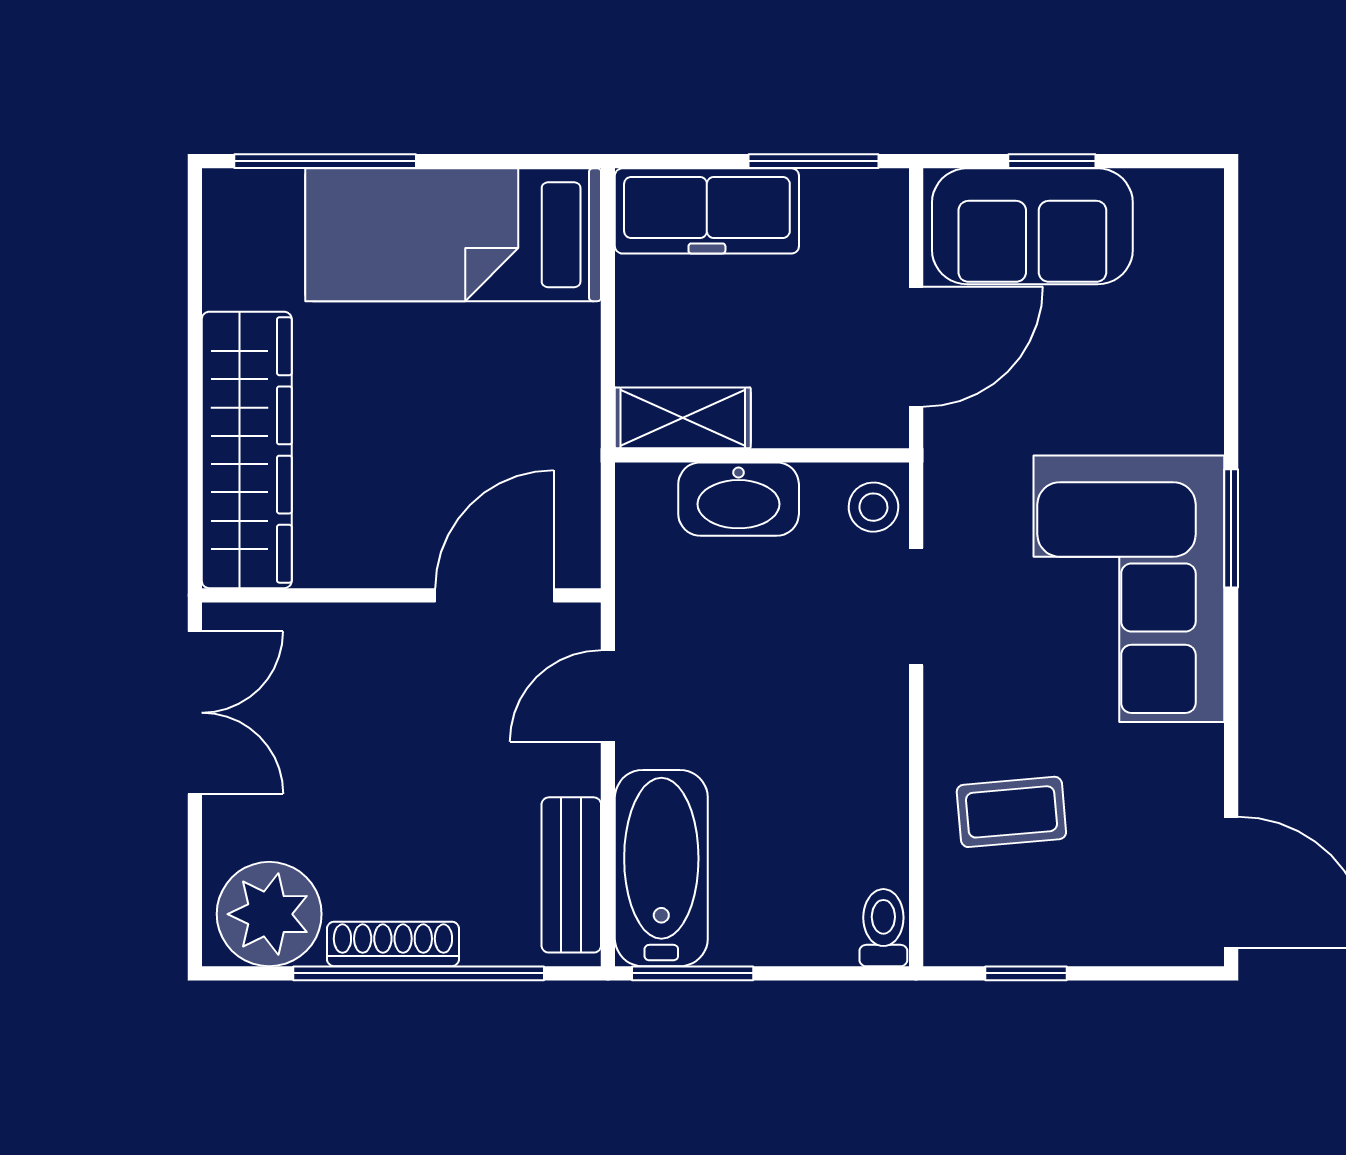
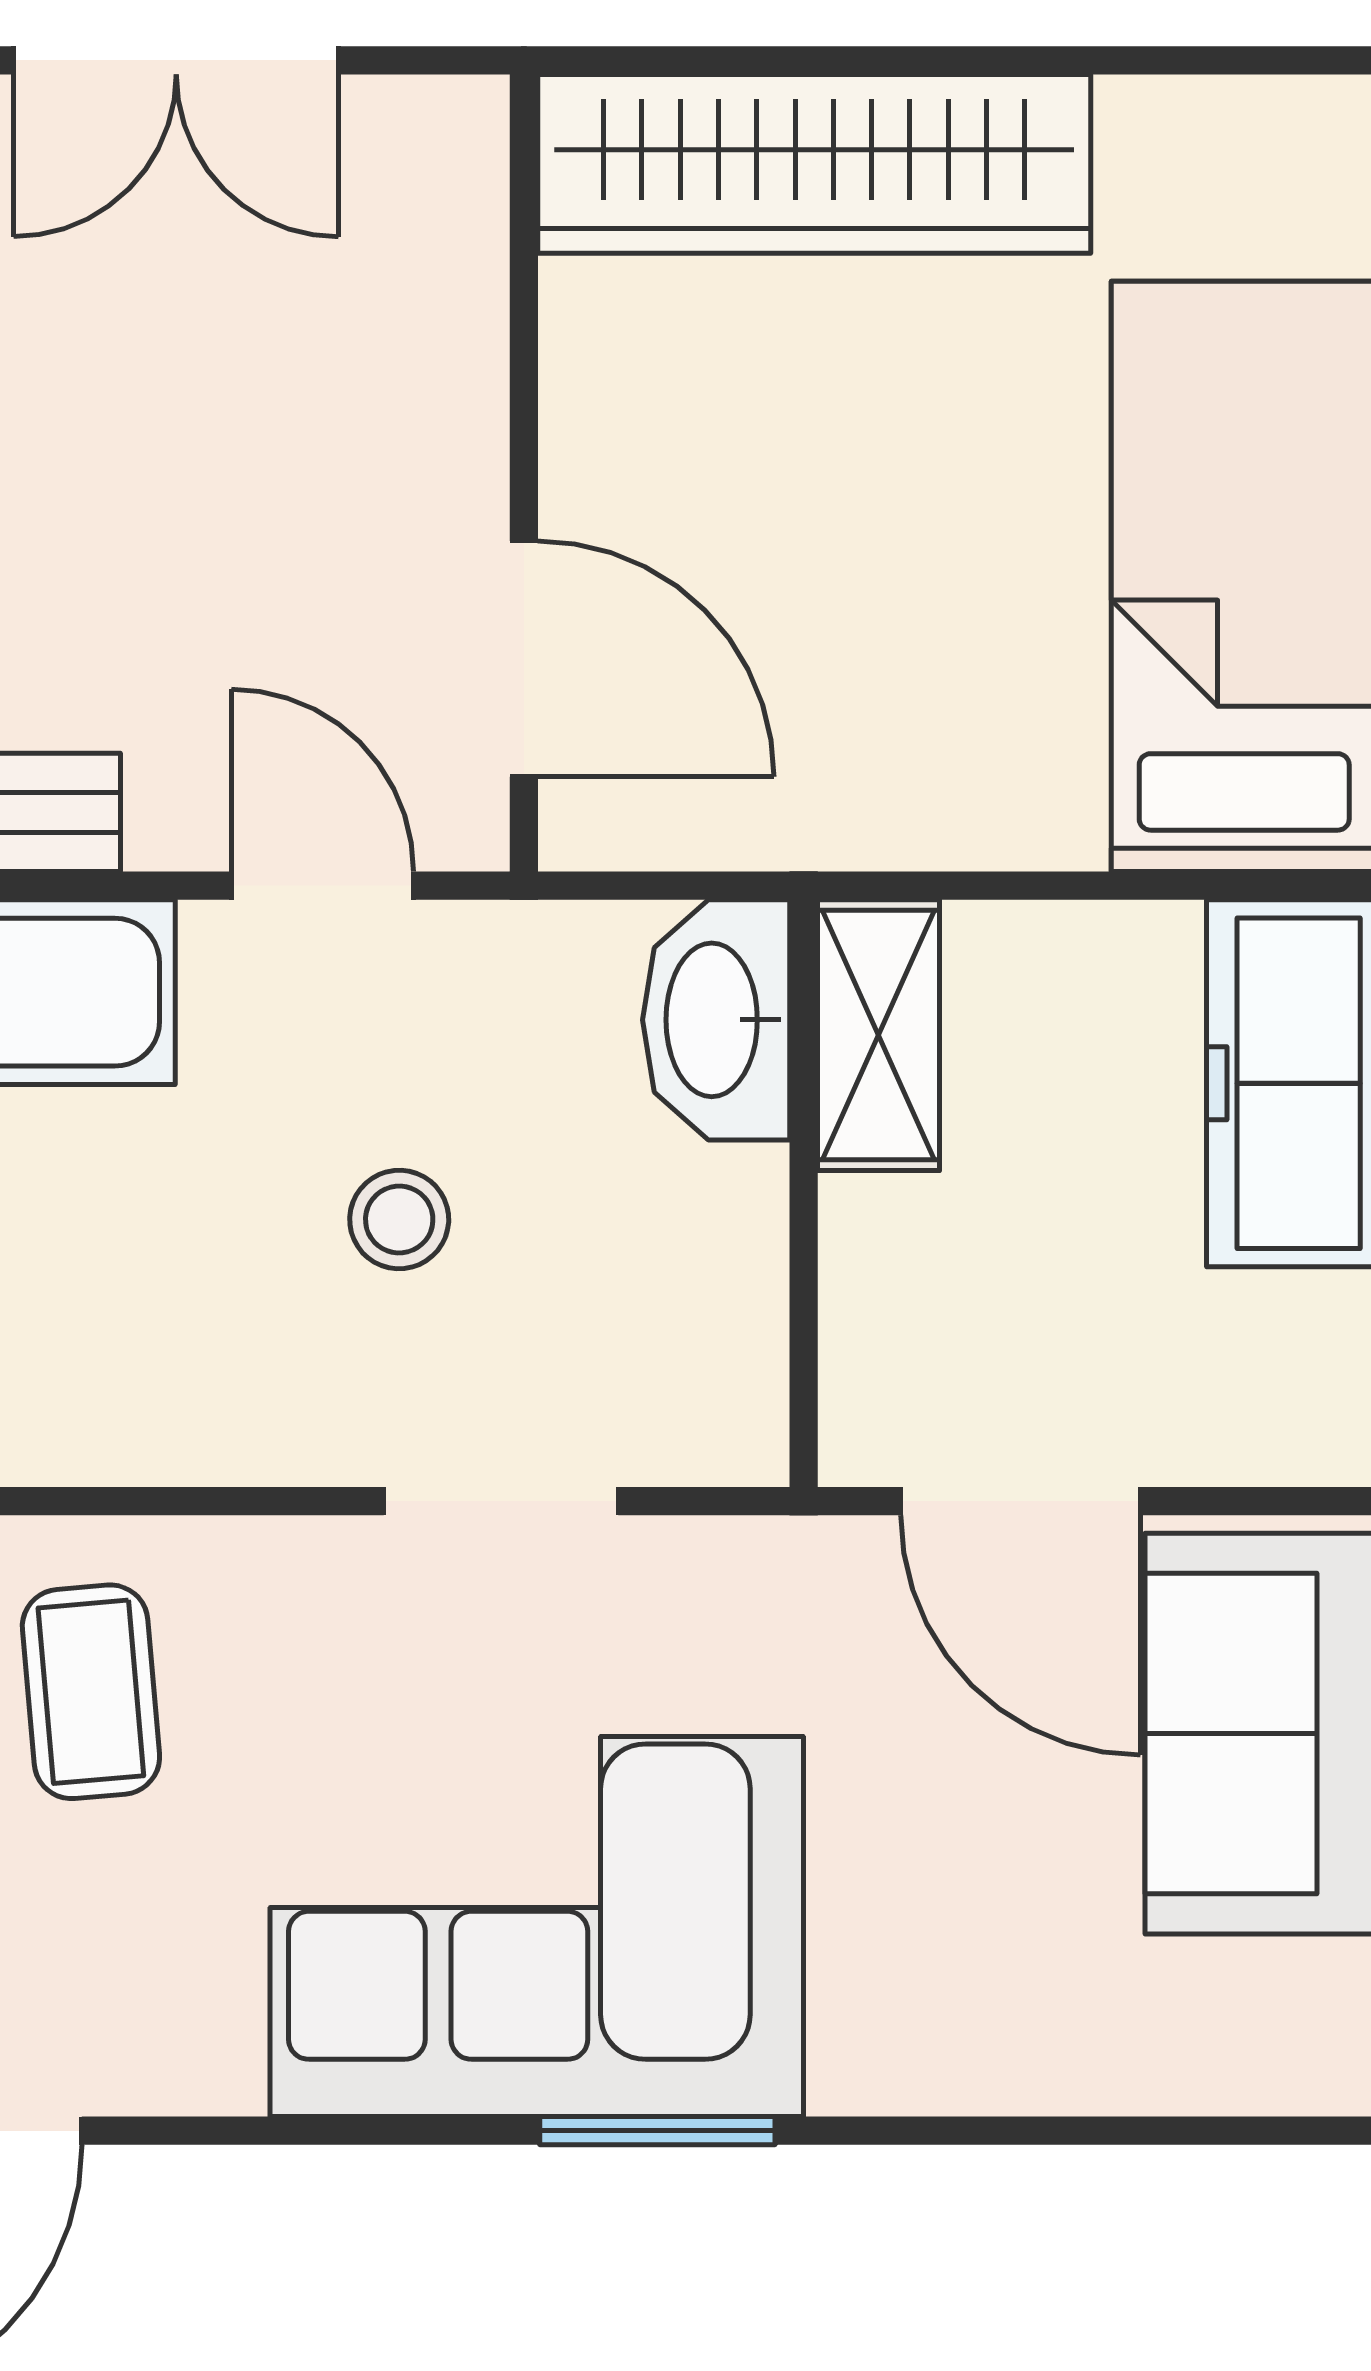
washbasin: (739, 499) -> (716, 1020), moved
stool: (873, 507) -> (399, 1219), moved
double door: (195, 713) -> (176, 60), moved

